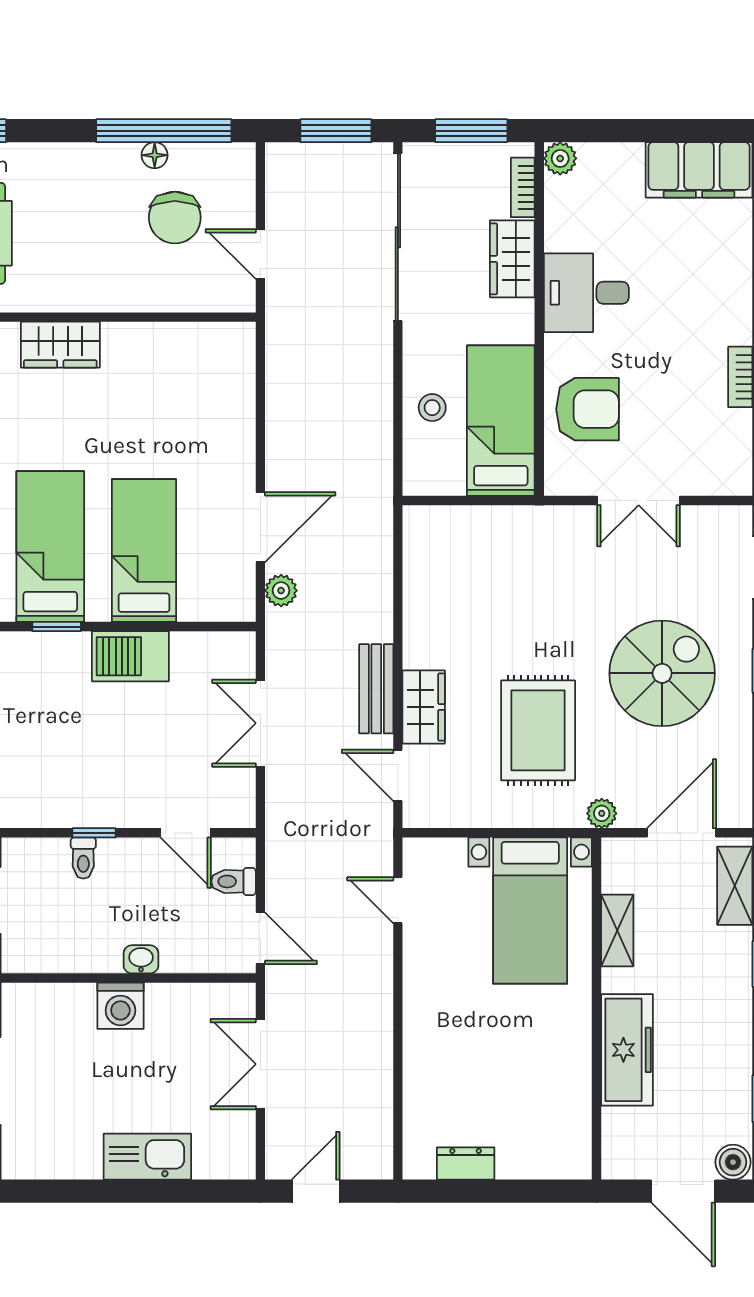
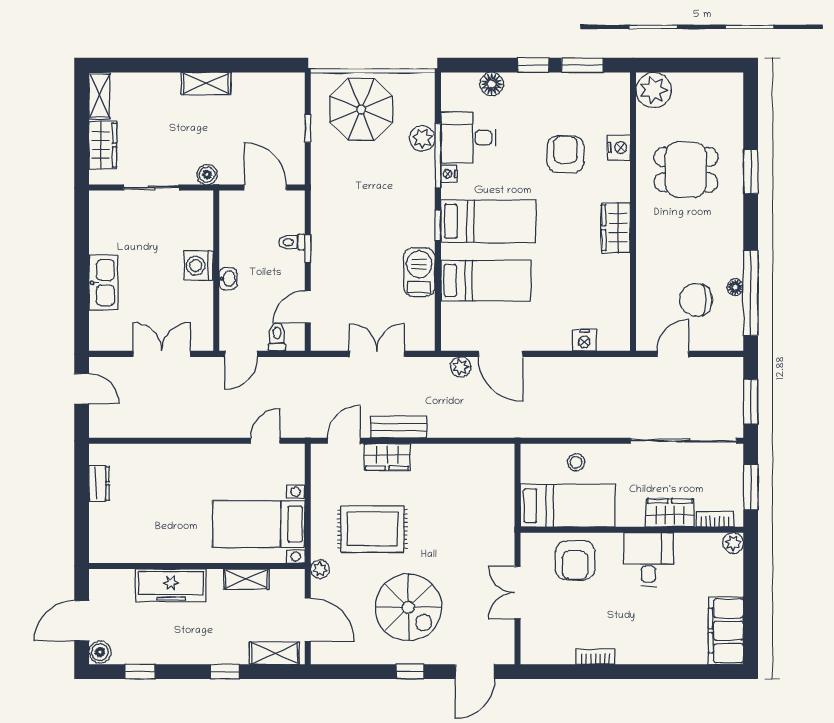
nightstand: (238, 395) -> (584, 340), added

